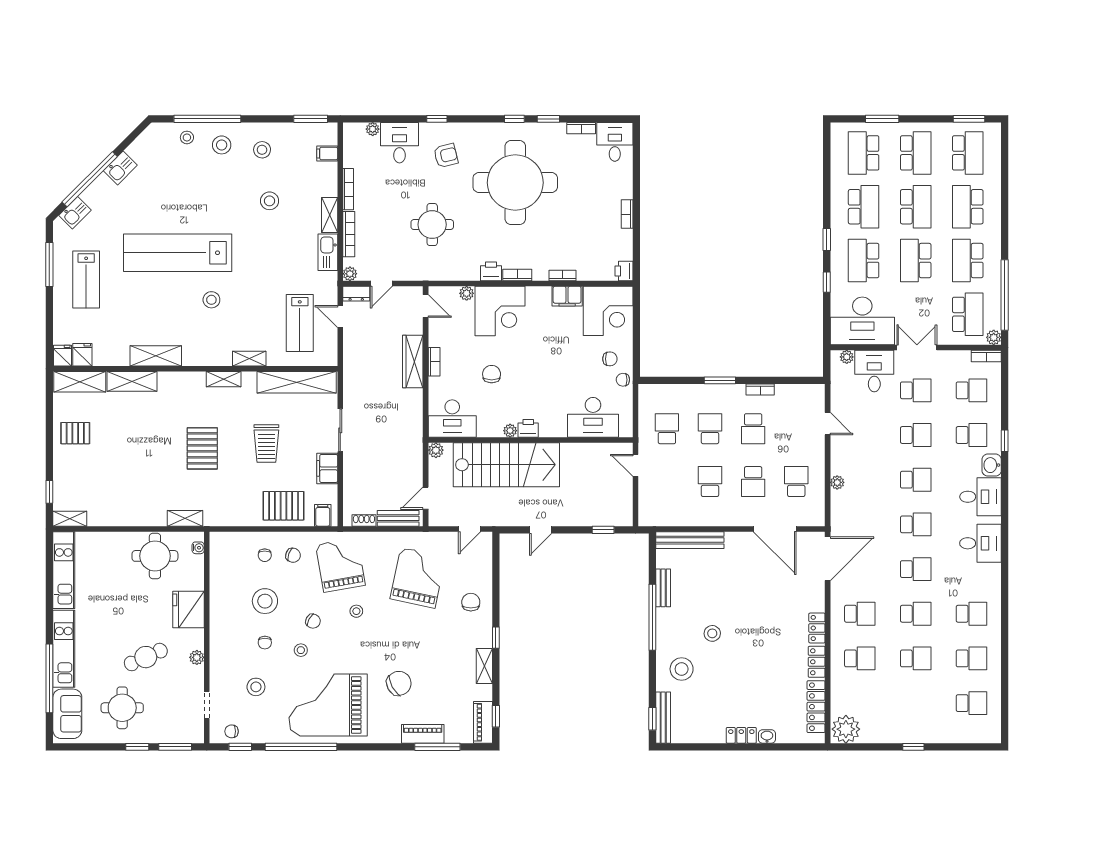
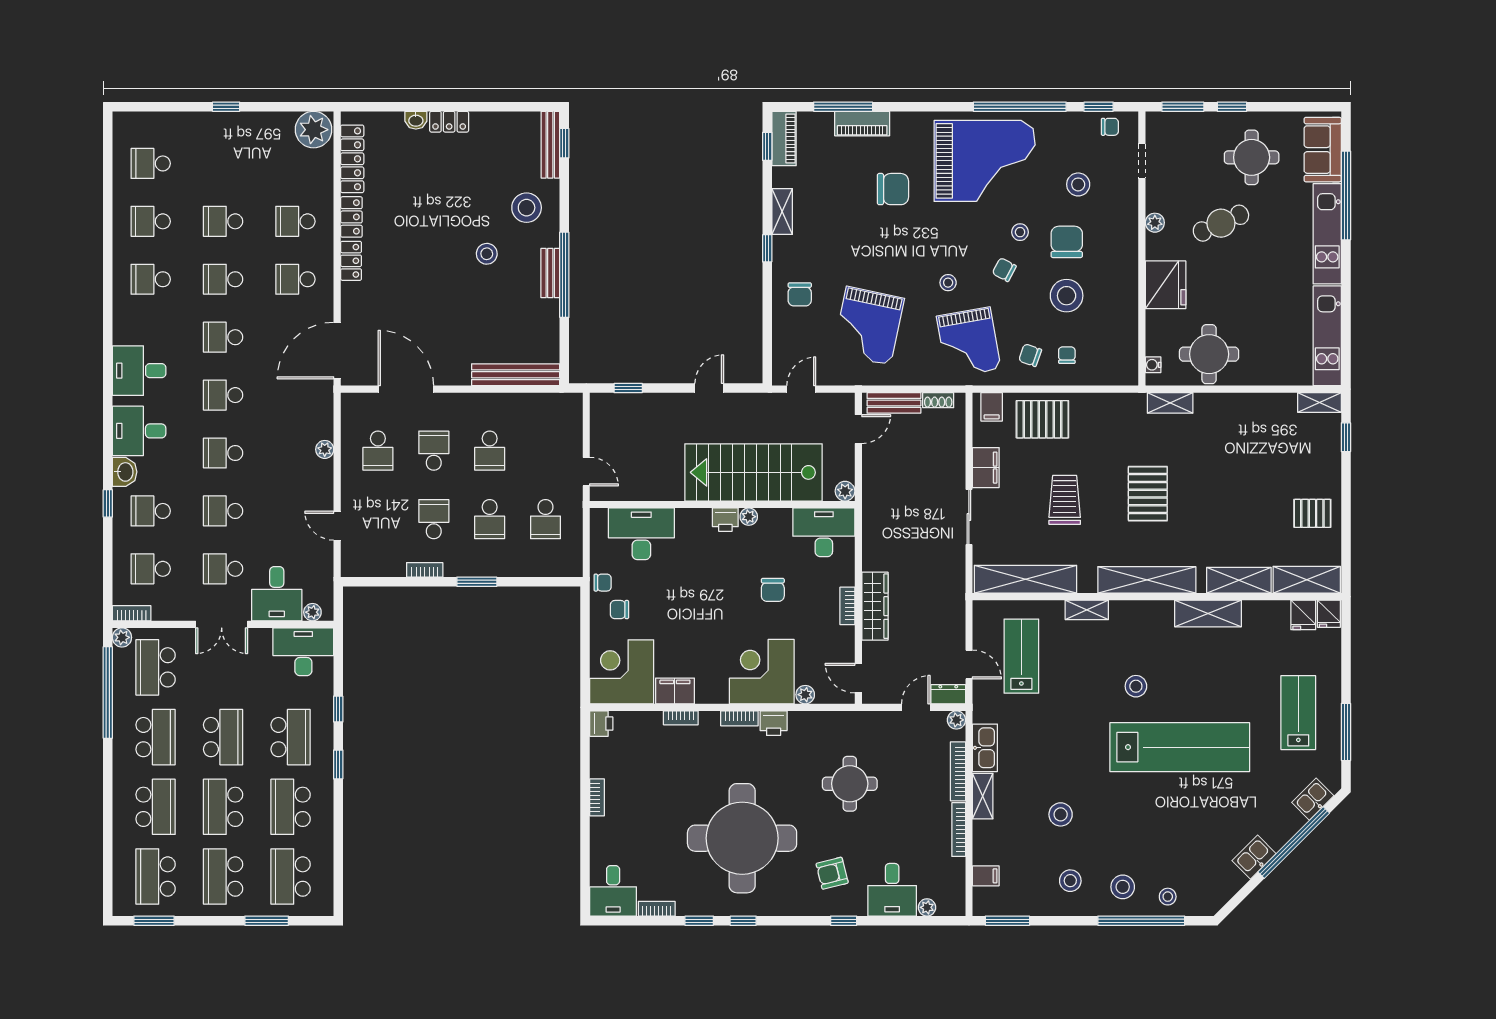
school desk: (864, 153) -> (291, 877), turned 180
desk: (862, 321) -> (303, 652), width x0.73, depth x0.77
shelving: (224, 379) -> (1147, 580), width x2.20, depth x1.33
bench: (663, 588) -> (550, 273), moved
chair: (265, 643) -> (1067, 242), width x1.87, depth x1.87
chair: (399, 683) -> (893, 189), turned -151

